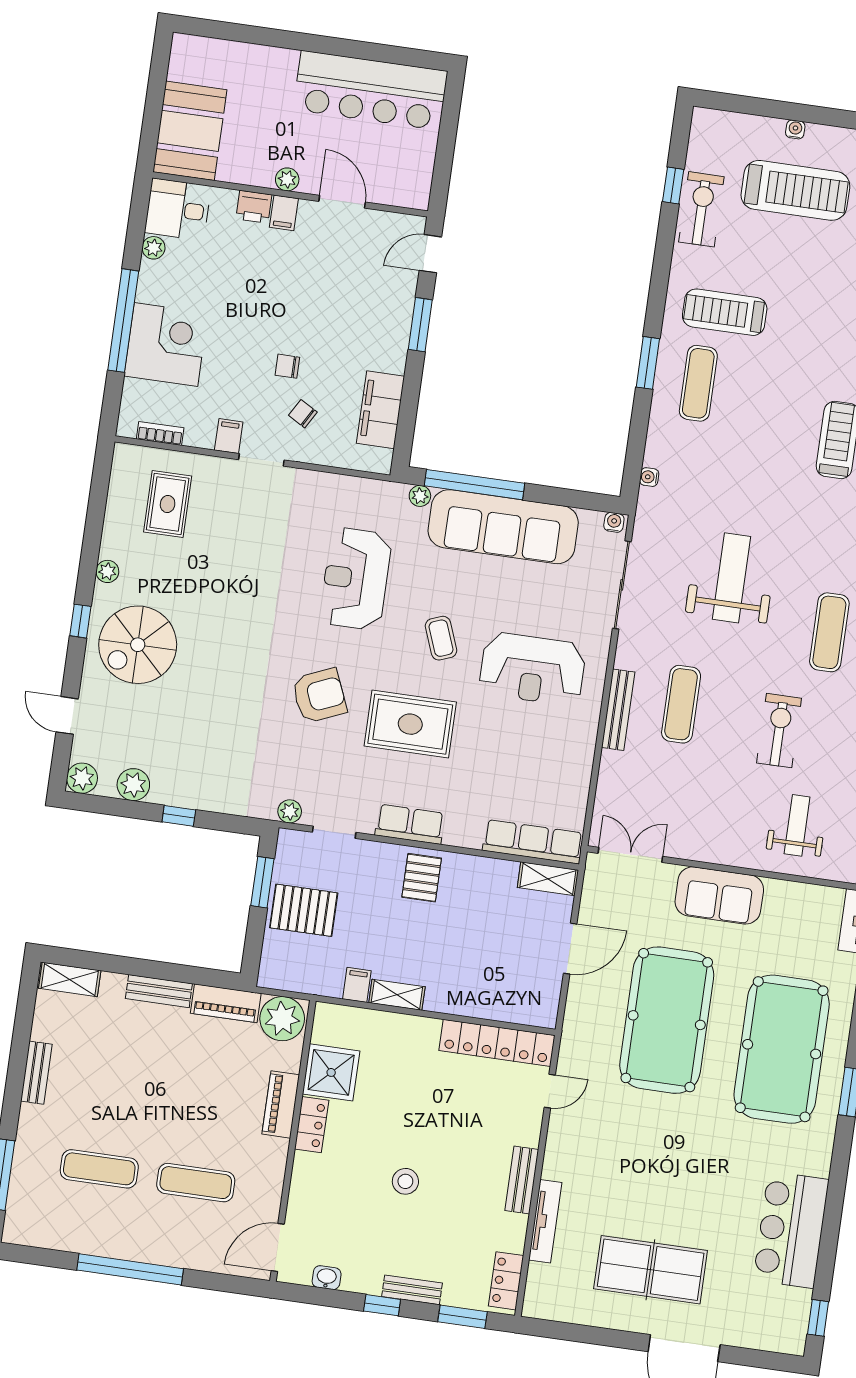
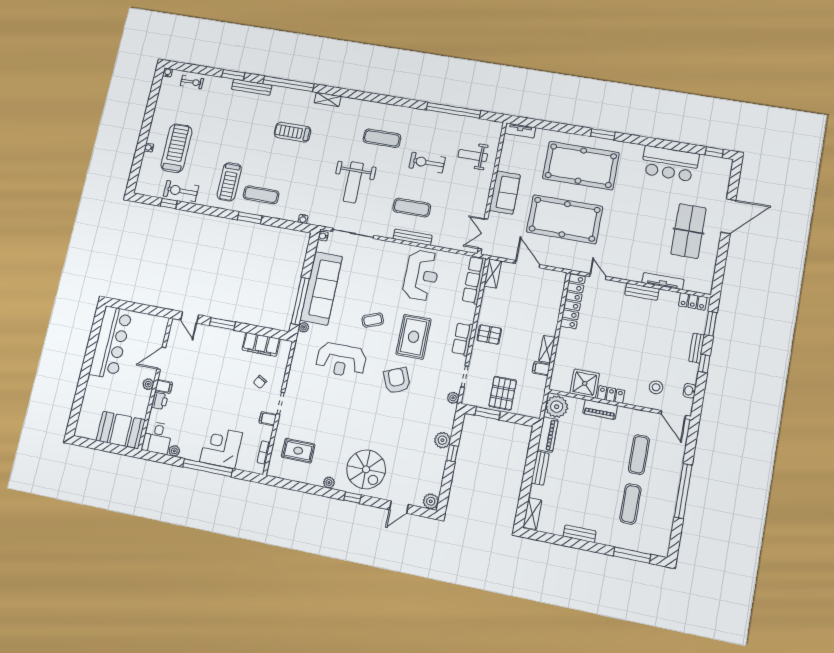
chair: (287, 366) -> (237, 388), removed
weight bench: (732, 578) -> (353, 182), turned -90
reception desk: (532, 669) -> (421, 275), moved
plant: (133, 785) -> (442, 440), moved
stool: (405, 1181) -> (656, 387), moved

